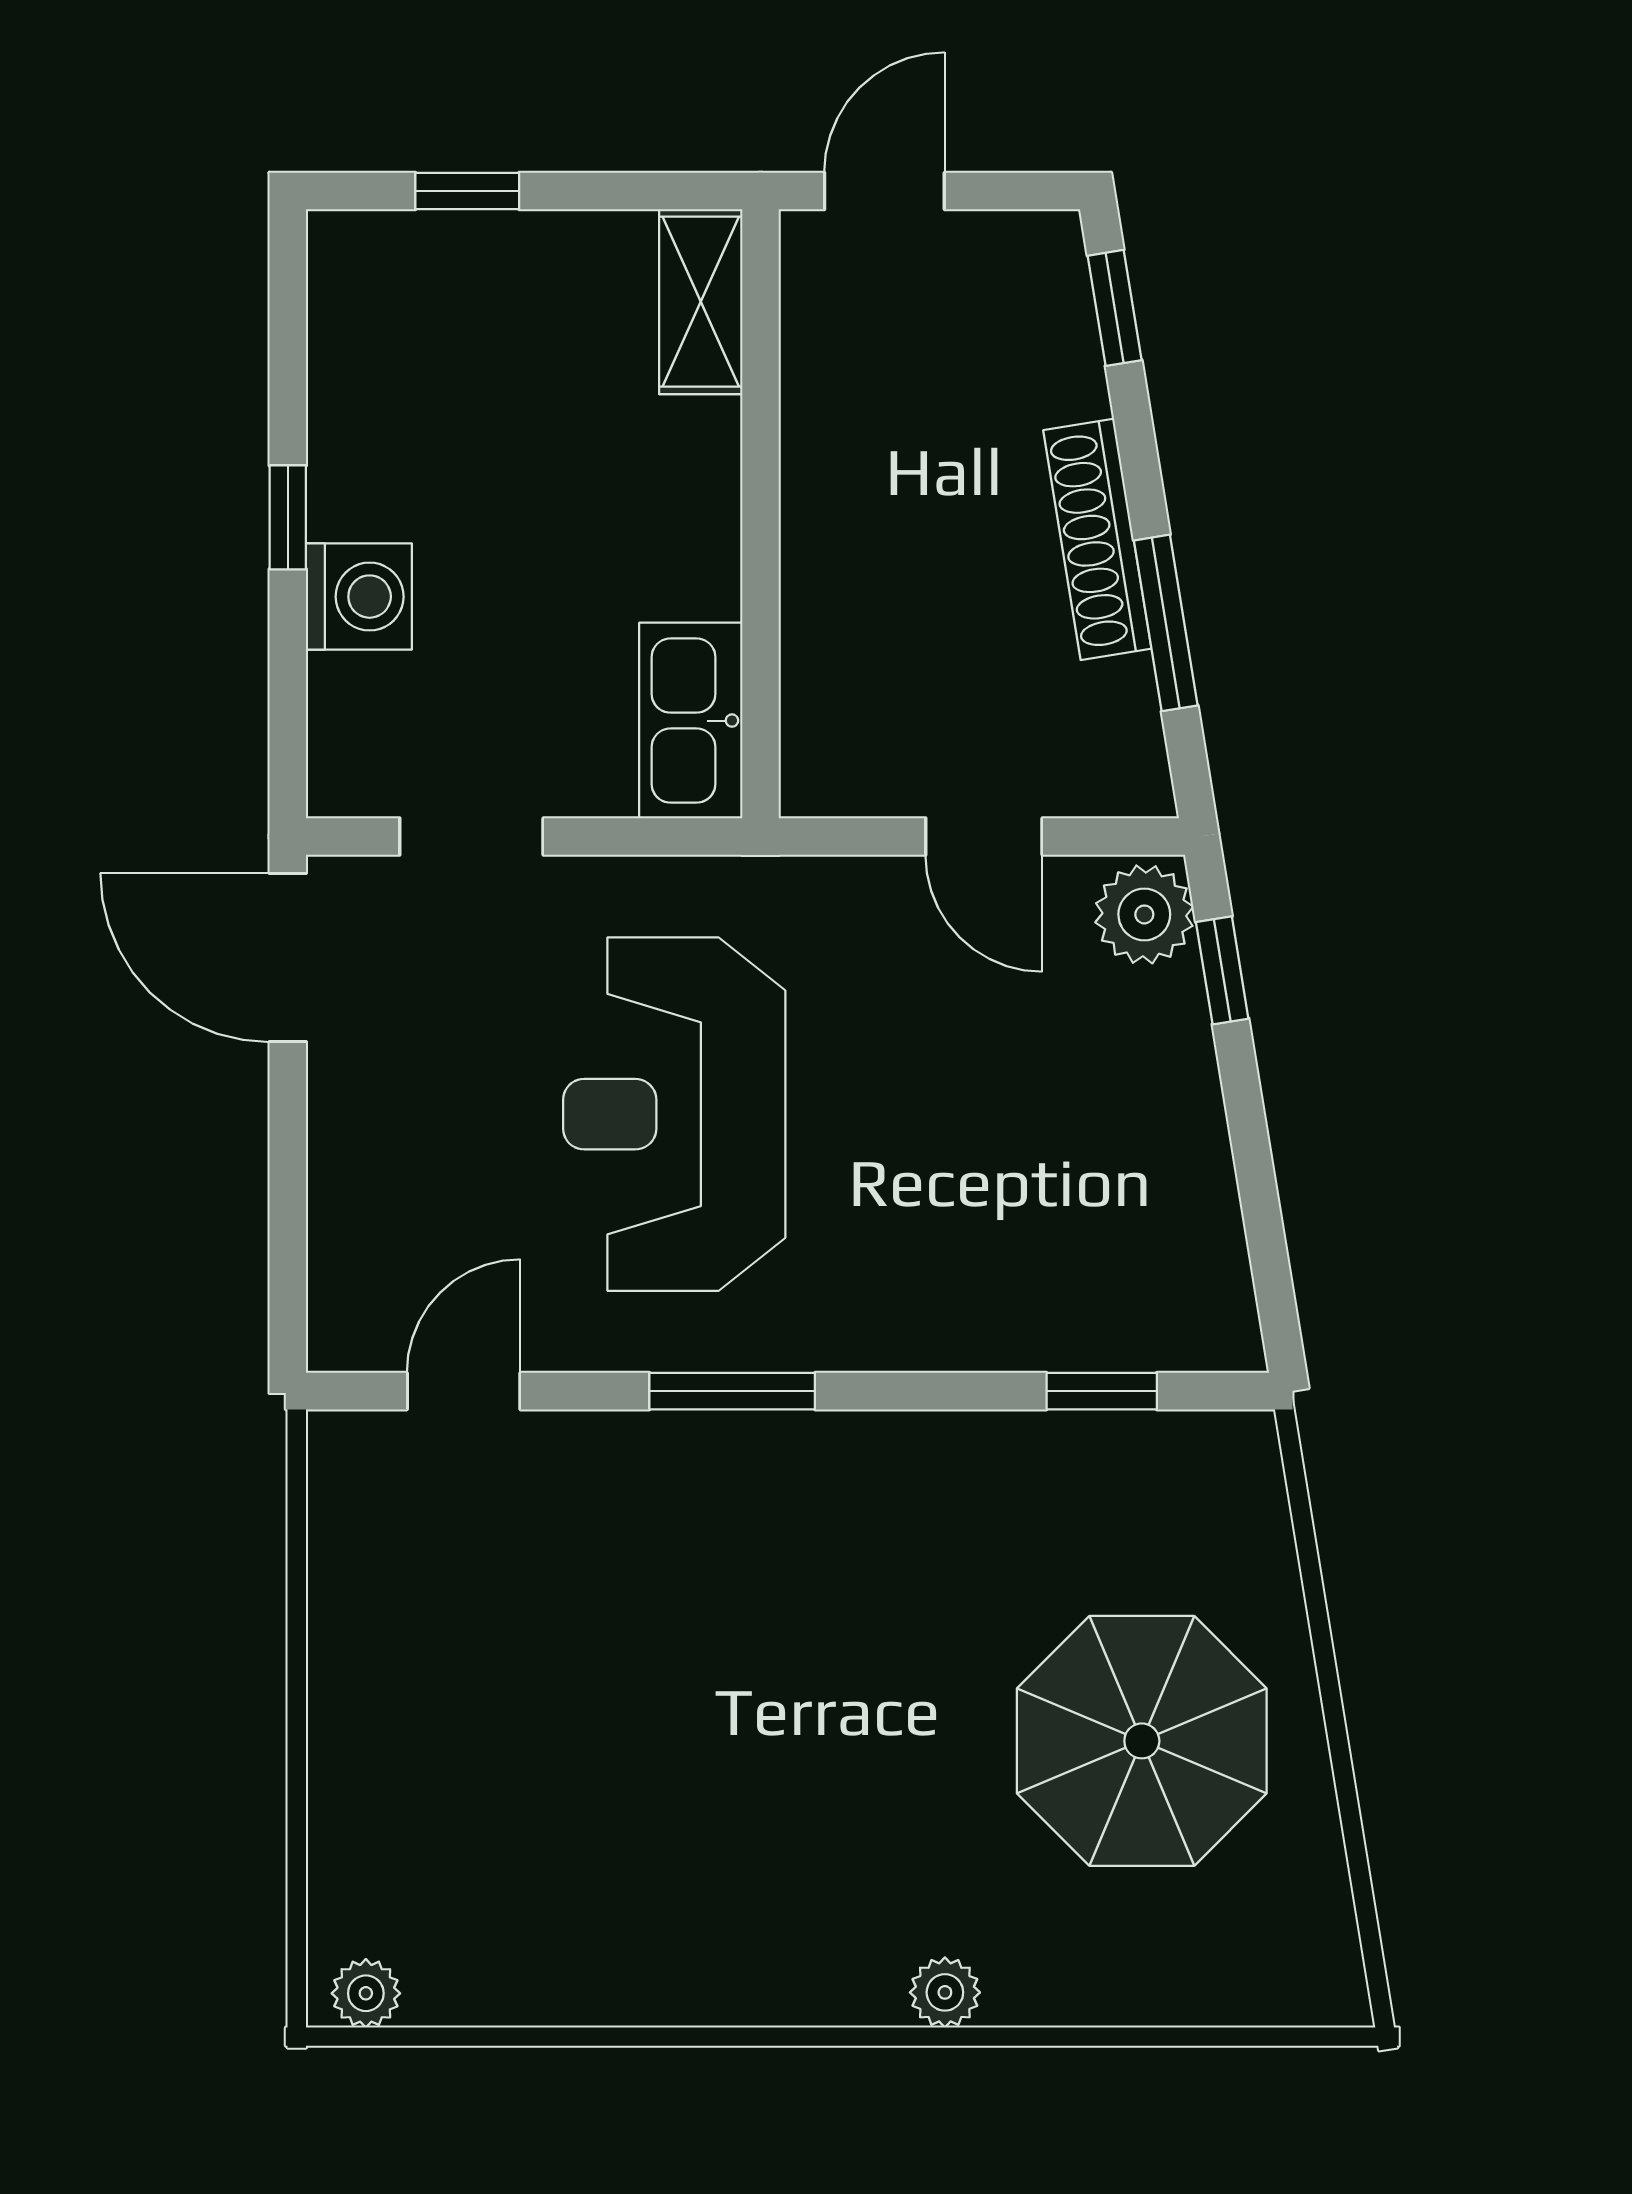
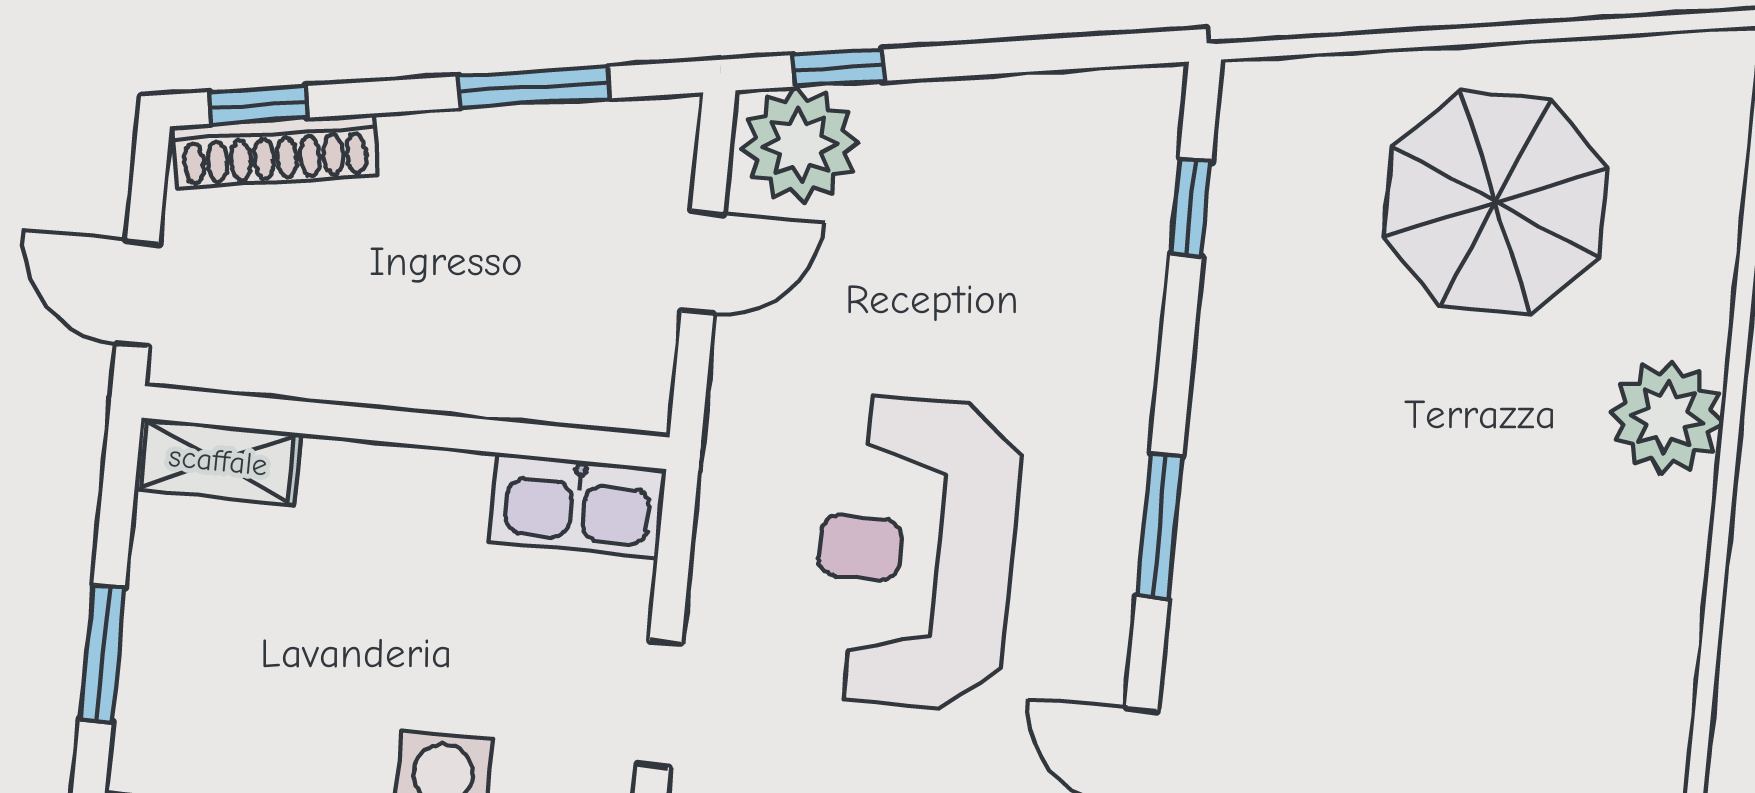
window: (467, 191) -> (102, 653), width x1.50
shoe rack: (1097, 539) -> (275, 151), moved
plant: (1144, 914) -> (800, 145), width x1.36, depth x1.36
reception desk: (674, 1114) -> (916, 553), turned 90
plant: (945, 1992) -> (1667, 417), width x1.87, depth x1.87

